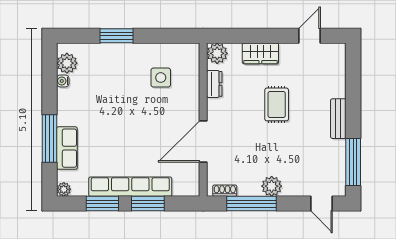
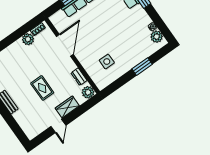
door: (309, 36) -> (58, 126), moved
plant: (272, 186) -> (28, 39), moved
window: (251, 204) -> (21, 32), removed

